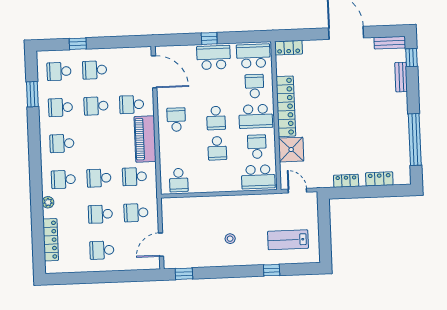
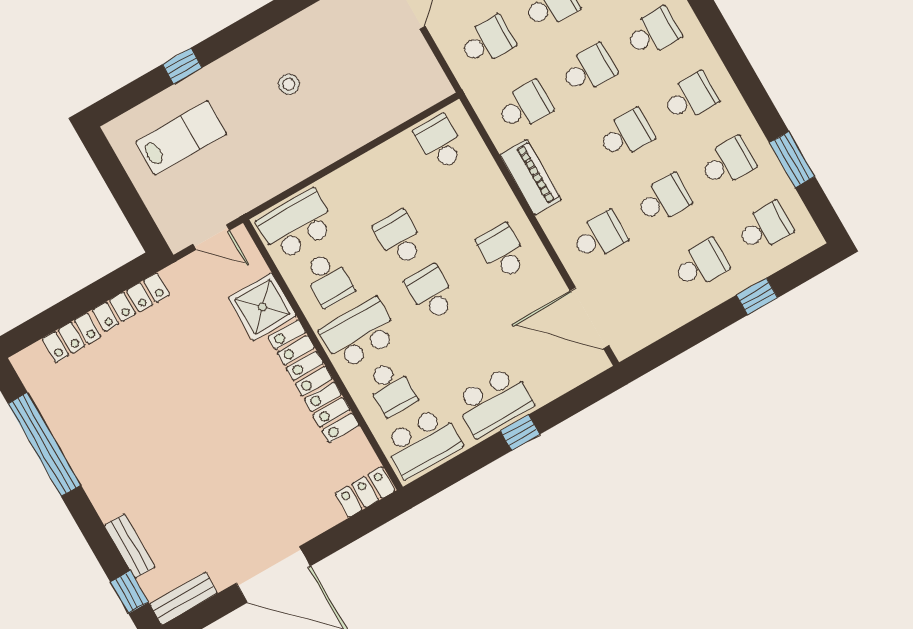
school desk: (176, 120) -> (503, 251), turned 180
piano: (145, 139) -> (530, 177), width x0.73, depth x0.75
school desk: (97, 142) -> (626, 134), added
locker: (346, 181) -> (131, 302), width x1.53

